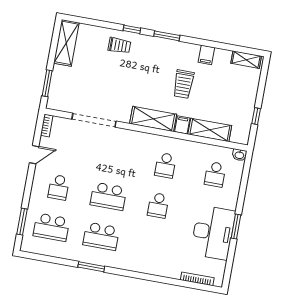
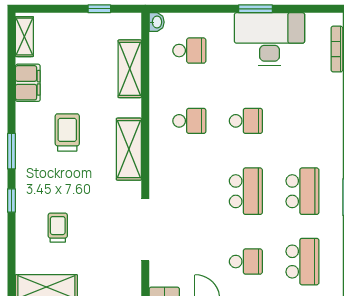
trolley: (119, 45) -> (58, 228), moved
filing cabinet: (206, 55) -> (28, 83), width x2.00
trolley: (183, 84) -> (67, 132), moved, turned -90
filing cabinet: (182, 125) -> (130, 108), removed

